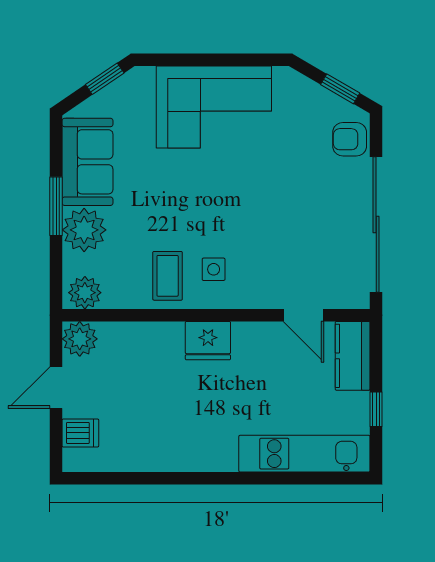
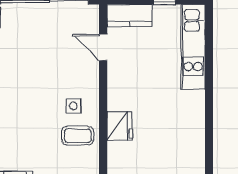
door: (304, 315) -> (103, 47), swing flipped
fridge: (208, 341) -> (120, 126), moved

